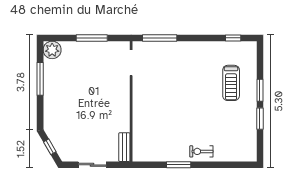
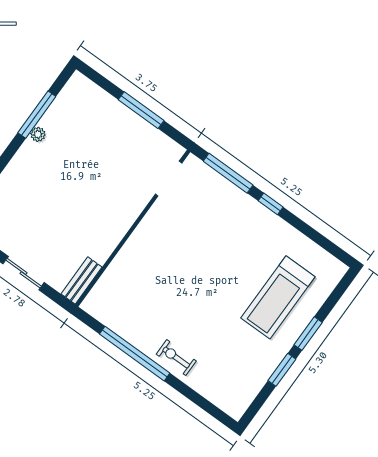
window: (233, 38) -> (271, 204), moved
plant: (52, 50) -> (38, 134), moved, width x0.53, depth x0.53
treadmill: (231, 83) -> (278, 297), width x1.37, depth x1.38
window: (179, 165) -> (135, 354), width x2.11

